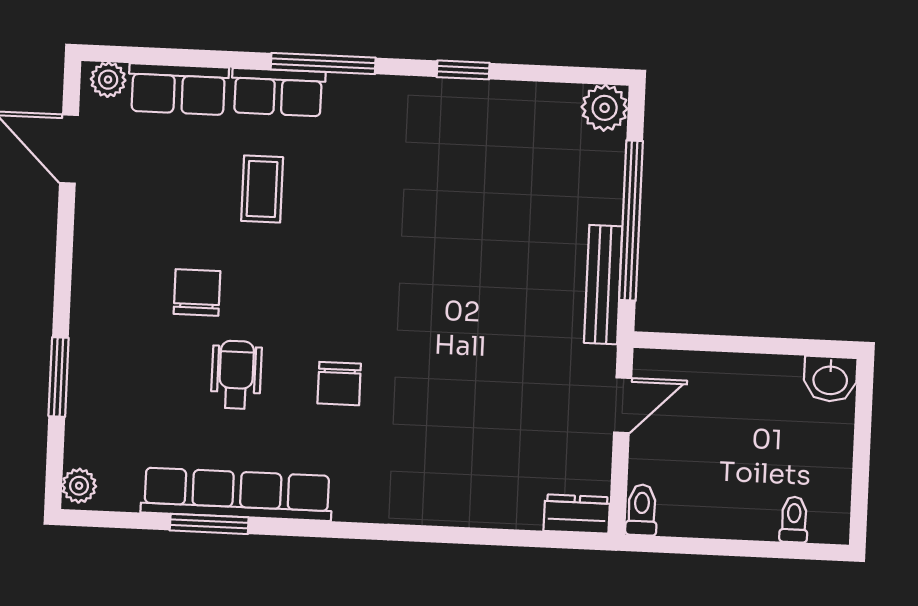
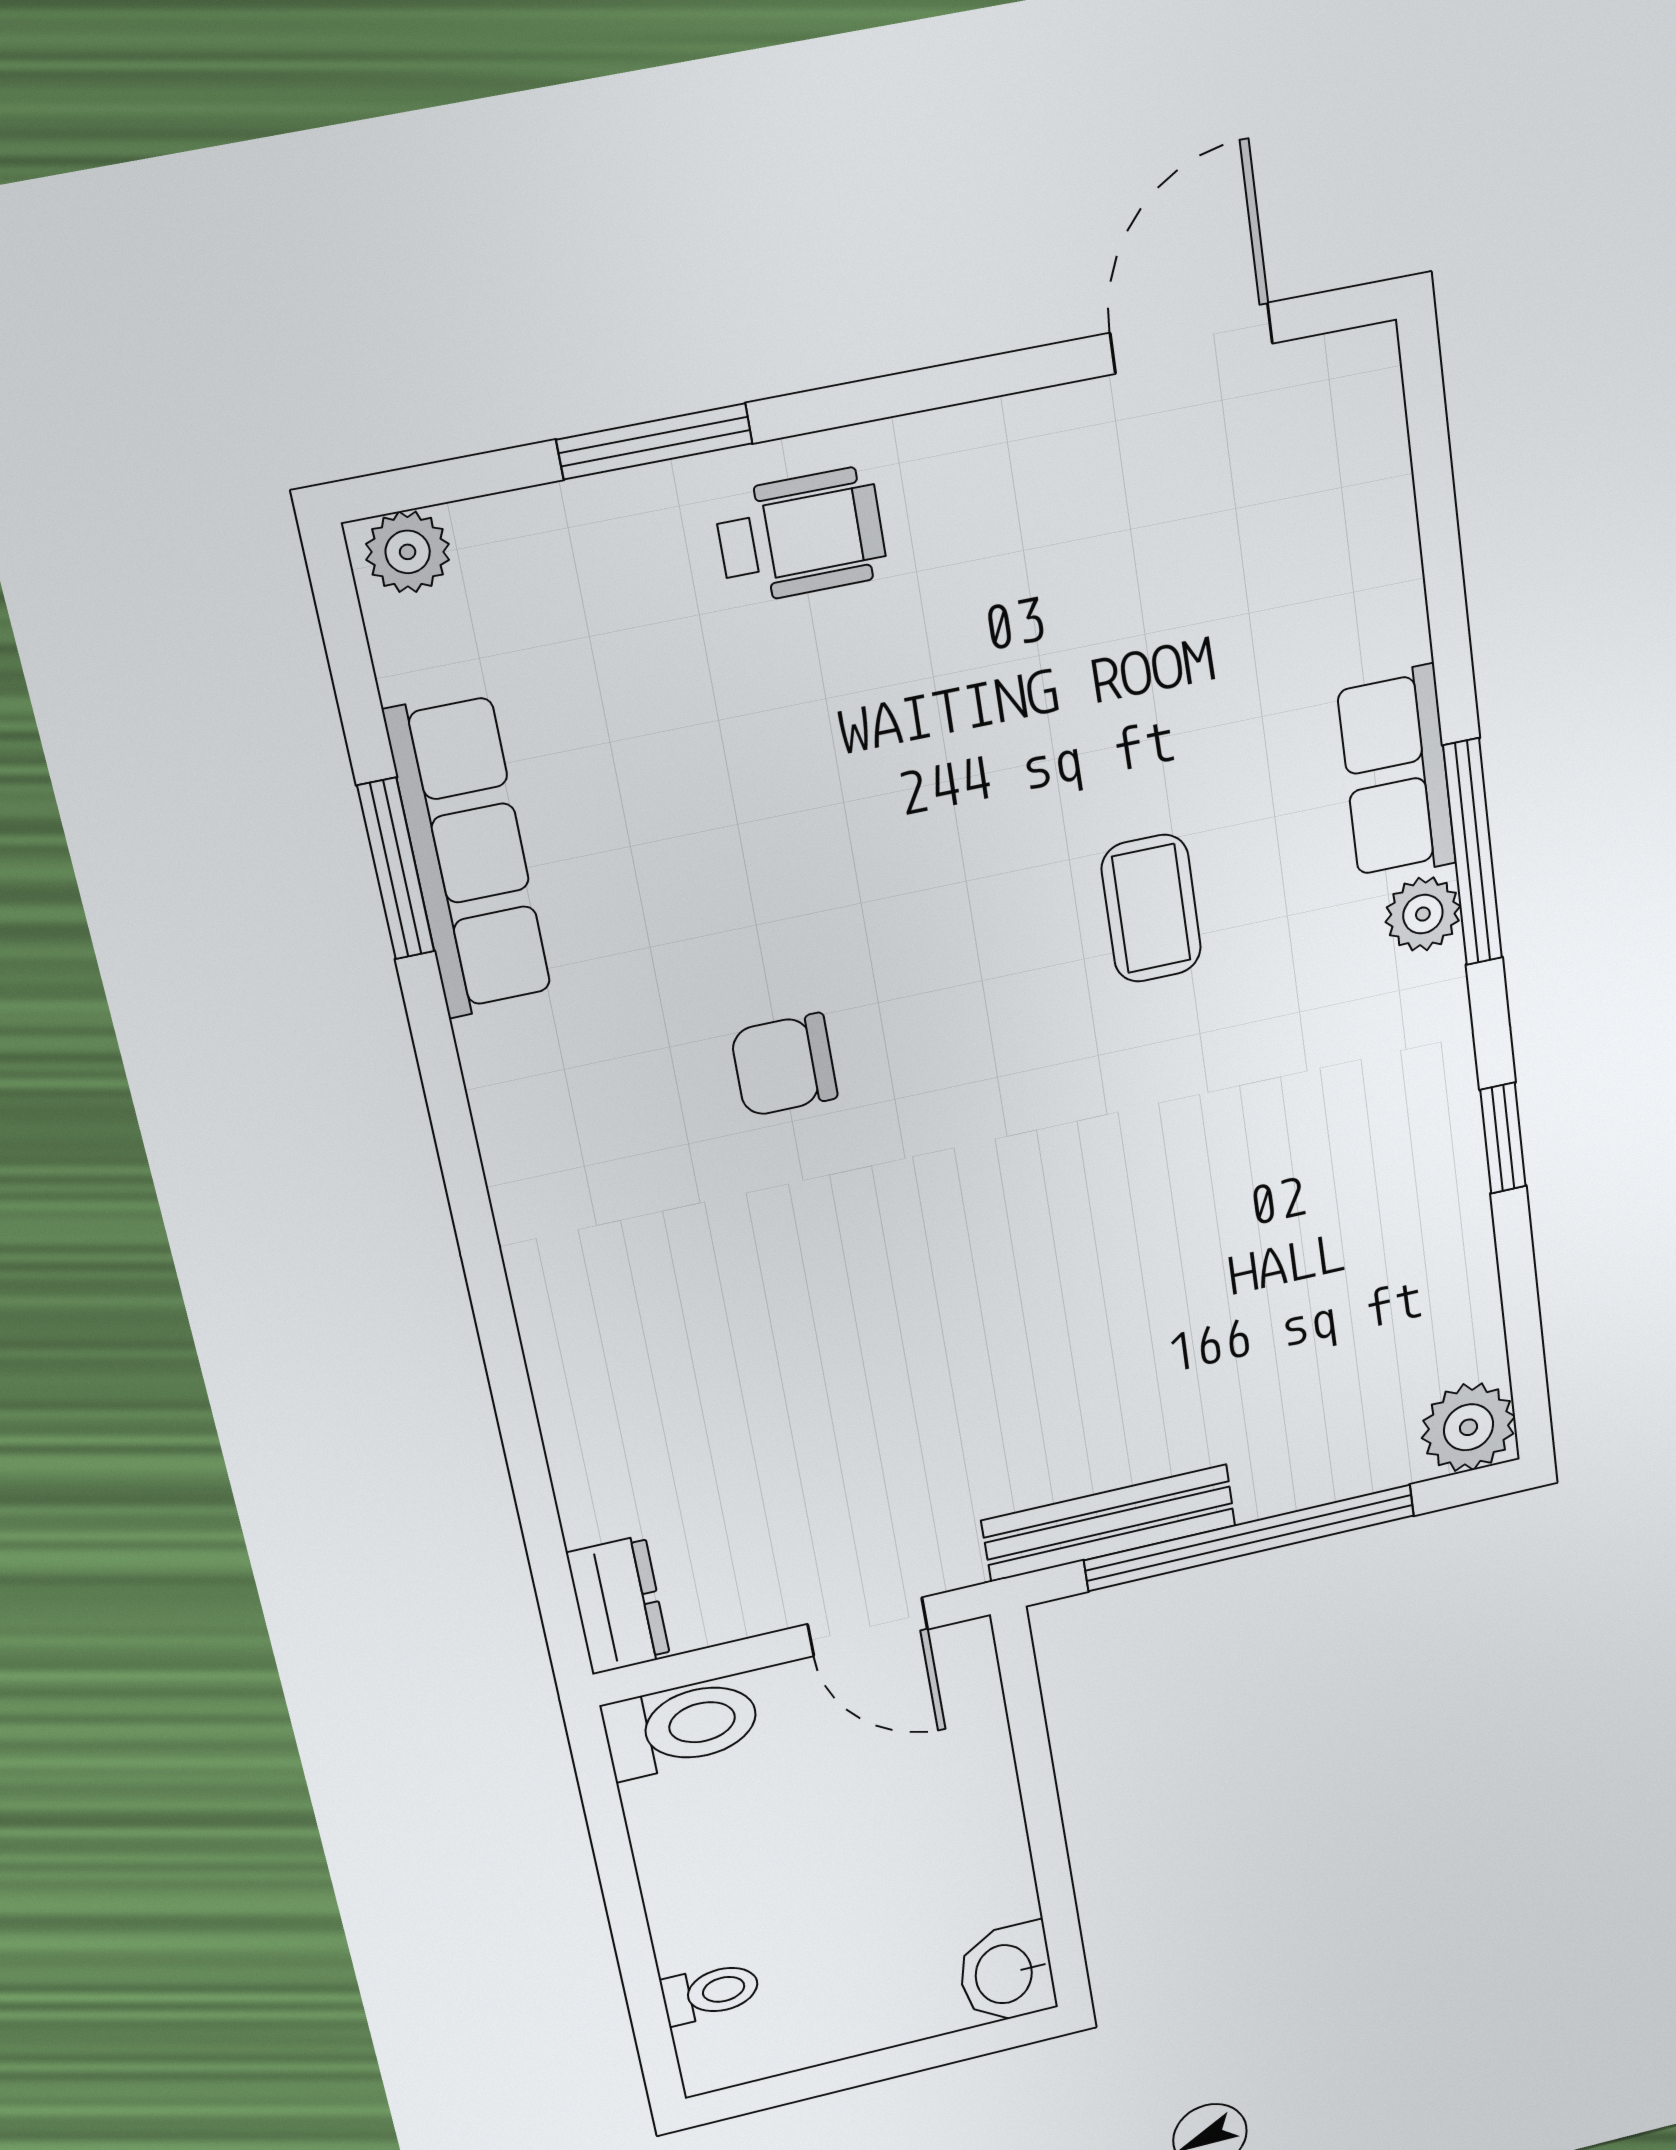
plant: (108, 80) -> (1423, 914), moved
row of seats: (178, 89) -> (1368, 555), removed
coffee table: (262, 189) -> (1151, 908), moved, turned 90
chair: (197, 292) -> (921, 710), removed
wheelchair: (236, 375) -> (801, 536), moved
row of seats: (237, 494) -> (469, 856), width x0.73
toilet: (642, 510) -> (681, 1727), width x1.37, depth x1.39

